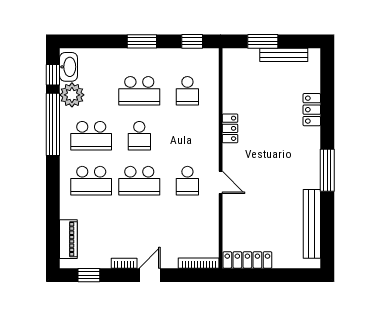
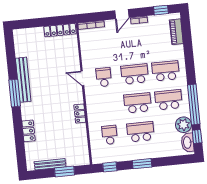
school desk: (139, 136) -> (138, 103), width x1.85
bench: (312, 224) -> (23, 80), moved

